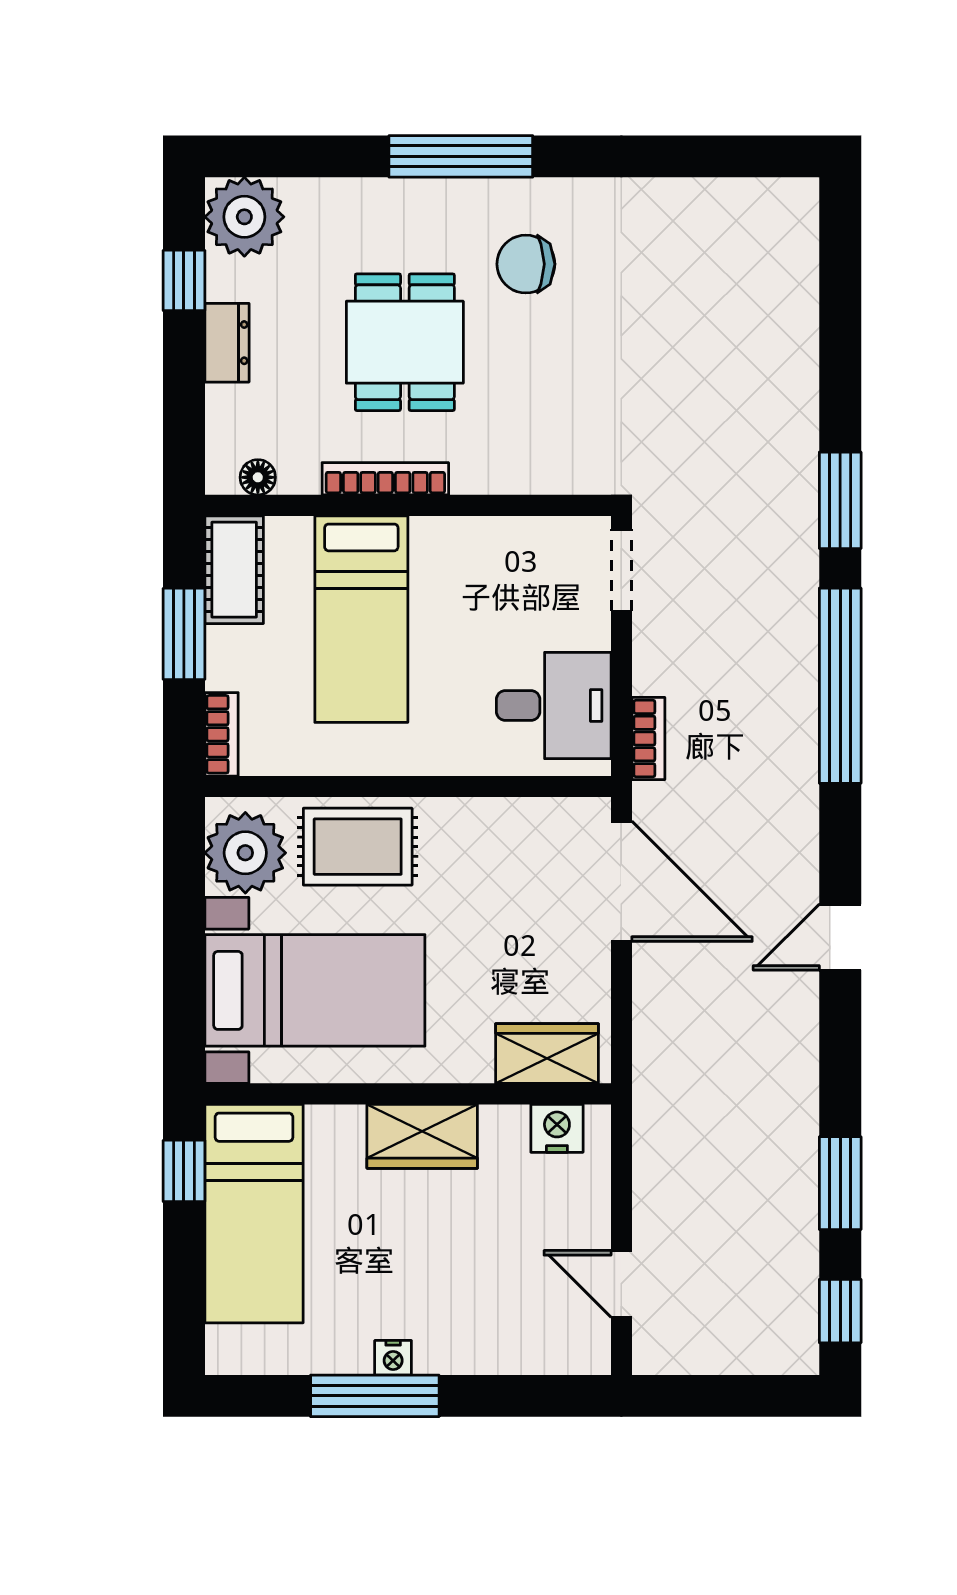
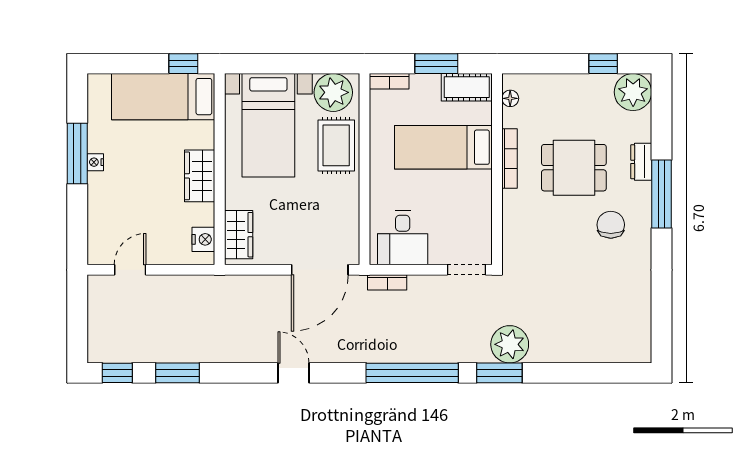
dresser: (227, 343) -> (641, 162), moved, turned 90
plant: (780, 478) -> (510, 344), added

